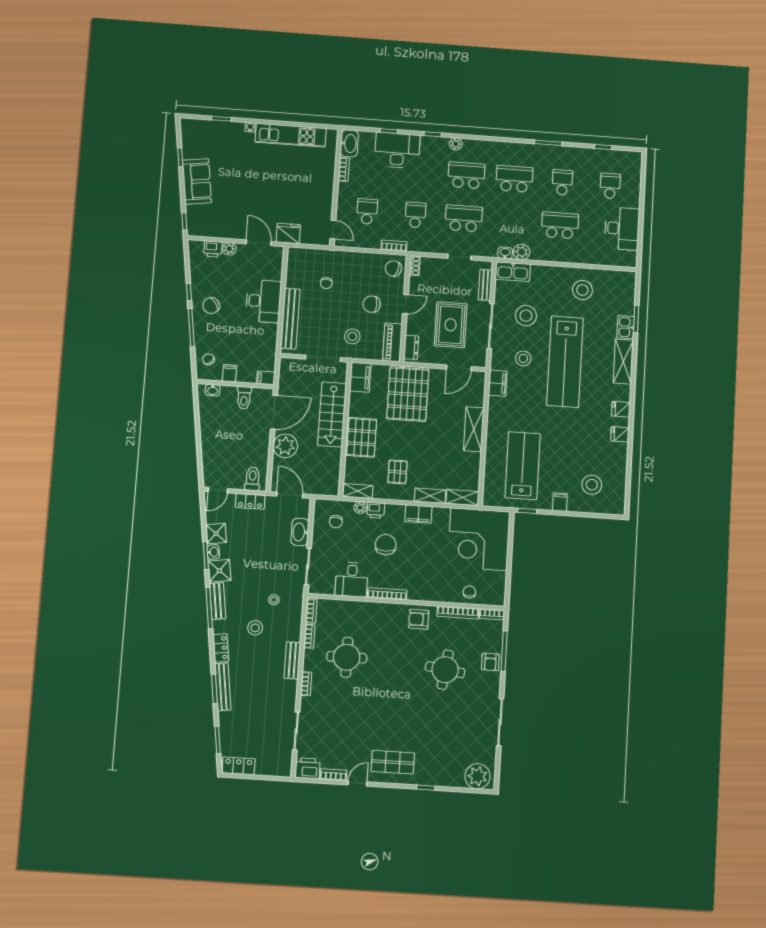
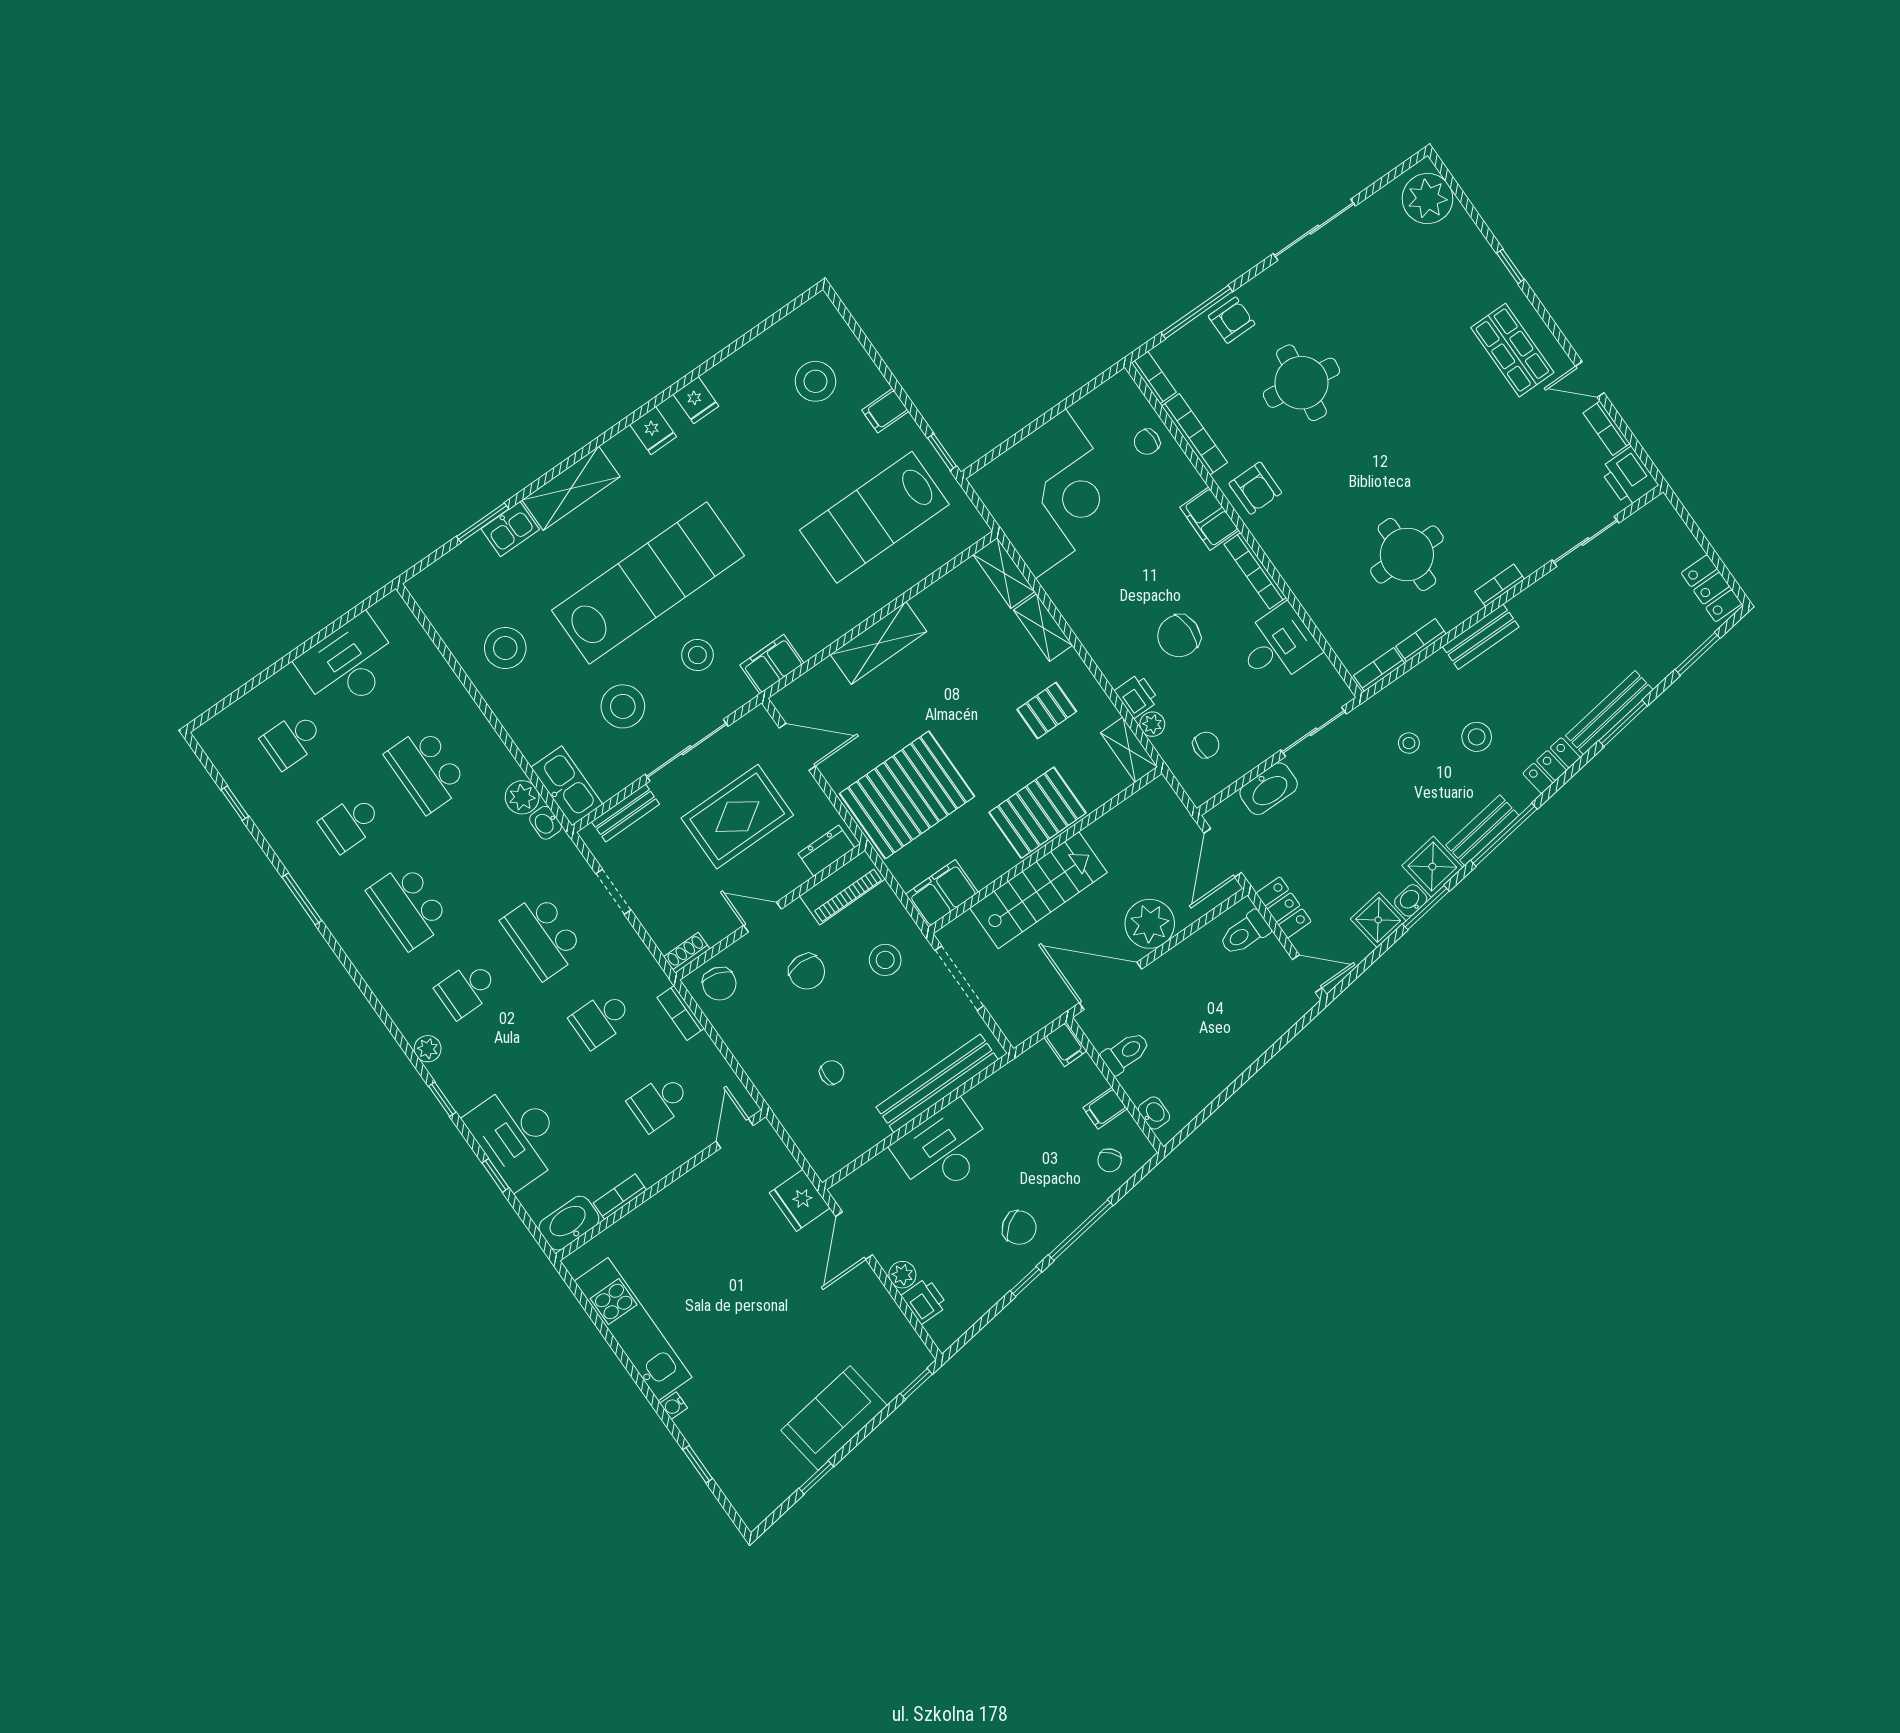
school desk: (466, 175) -> (467, 989), width x0.54
filing cabinet: (418, 514) -> (1209, 519), moved, turned 180

